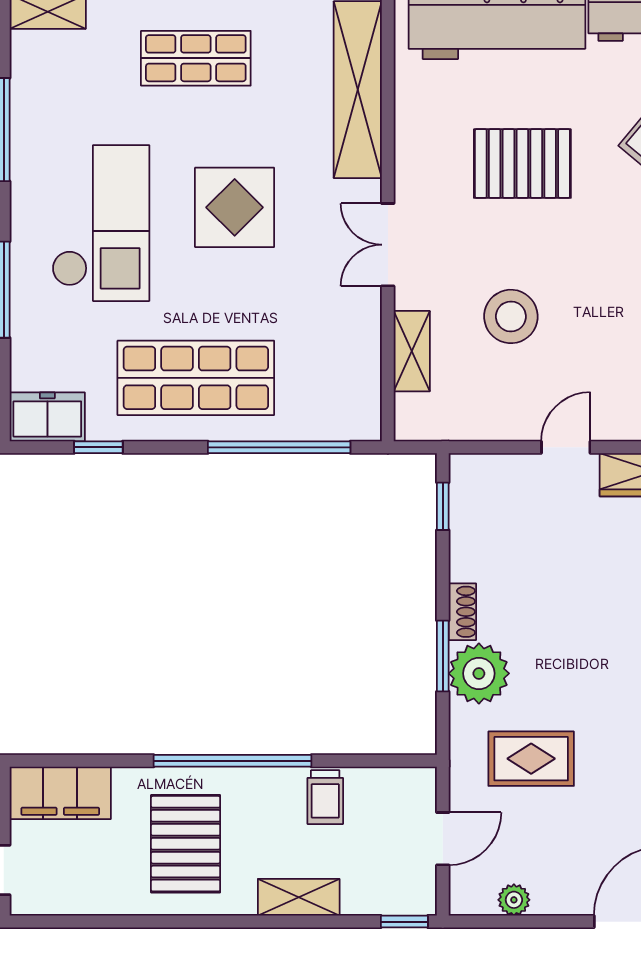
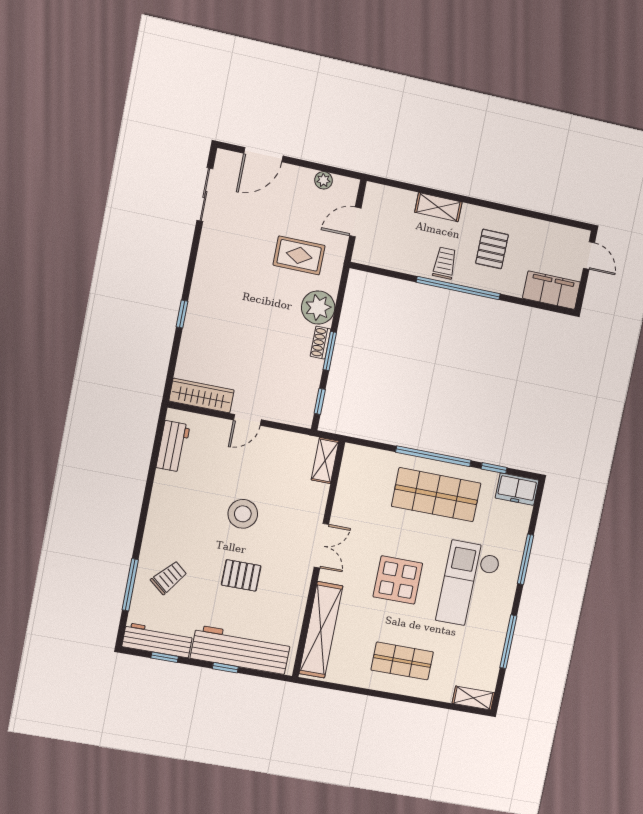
pallet: (522, 164) -> (241, 575), width x0.67, depth x0.71
stool: (511, 316) -> (243, 514), moved
shelving: (412, 351) -> (325, 460), moved
window: (279, 447) -> (433, 456), moved
window: (443, 656) -> (330, 351), moved
trolley: (325, 797) -> (445, 263), moved
pallet: (186, 844) -> (492, 249), width x0.67, depth x0.71
window: (404, 922) -> (385, 182), removed

